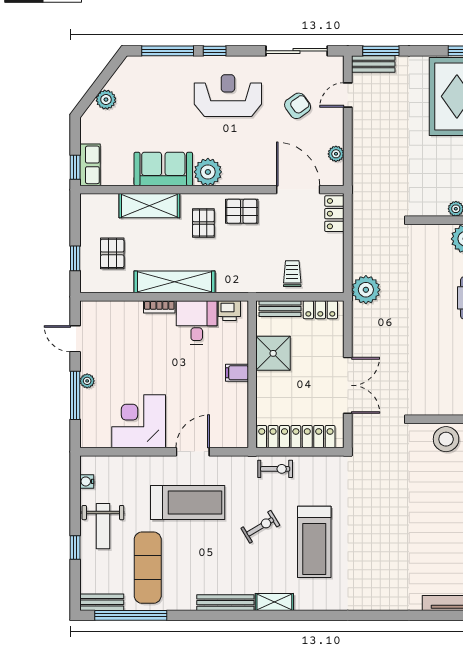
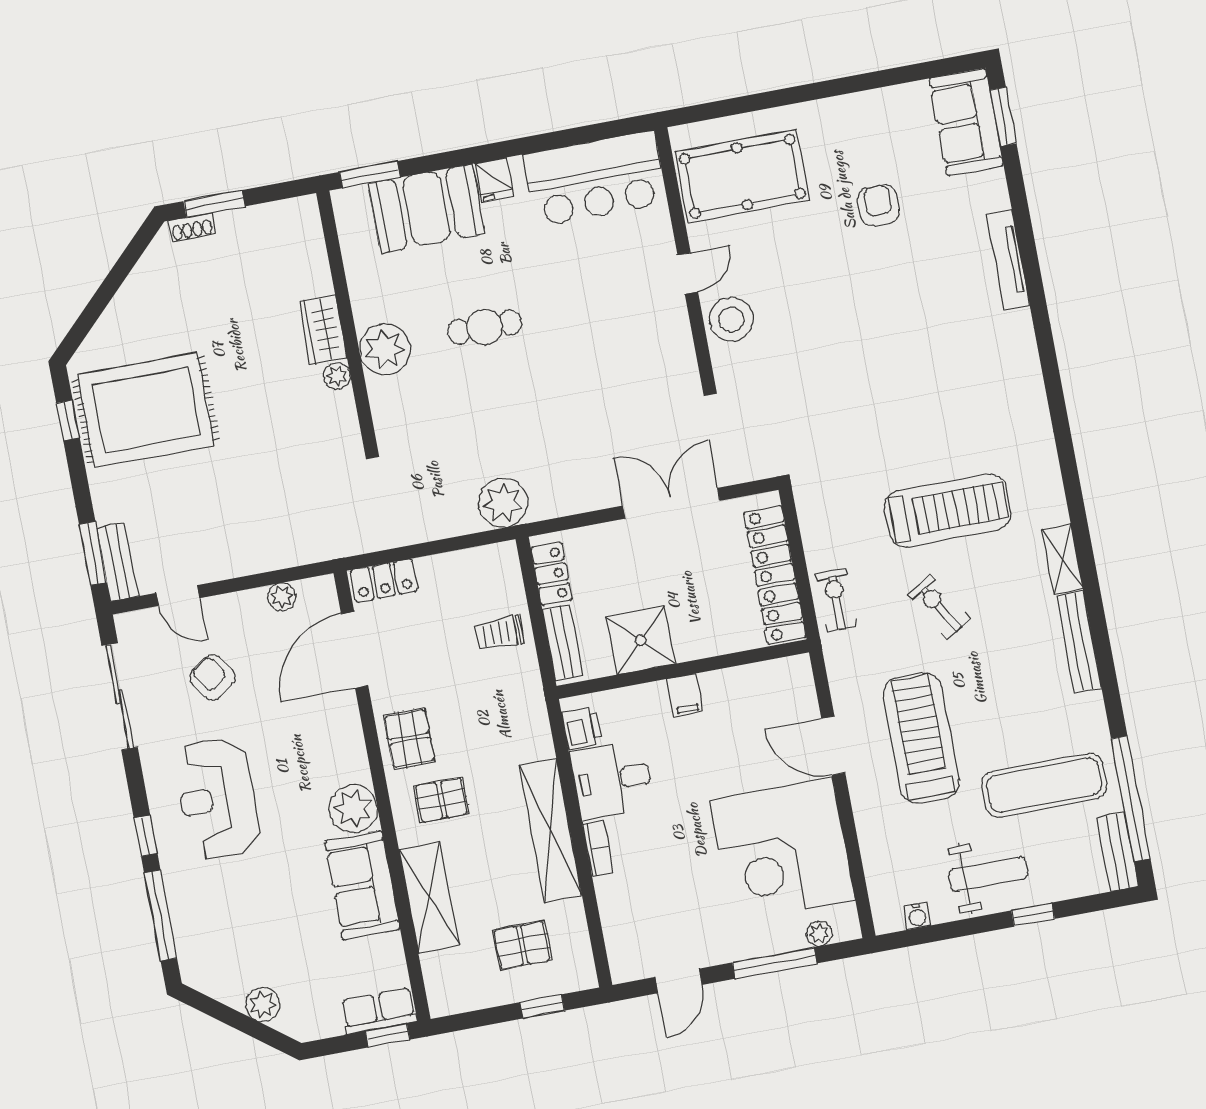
plant: (87, 381) -> (819, 934), moved
corner desk: (139, 421) -> (782, 850), width x1.36, depth x1.36

